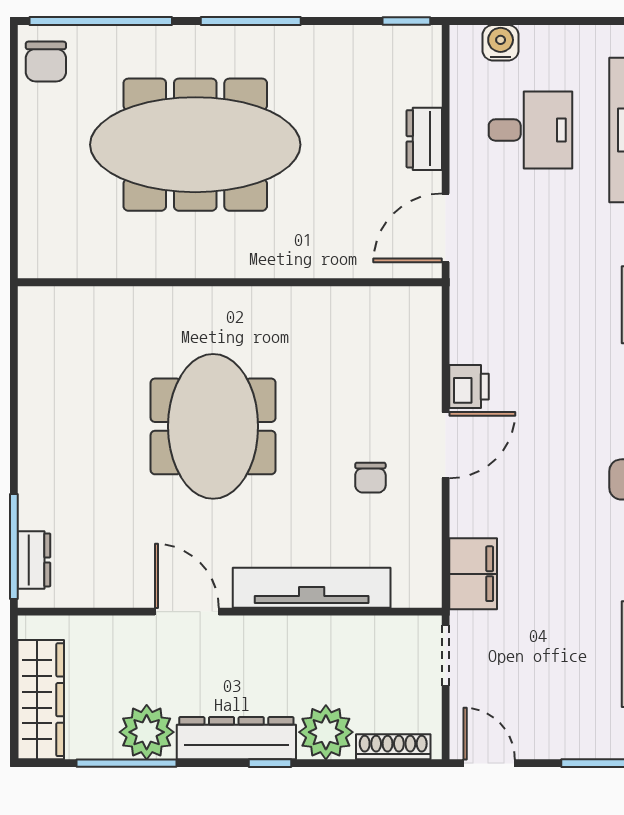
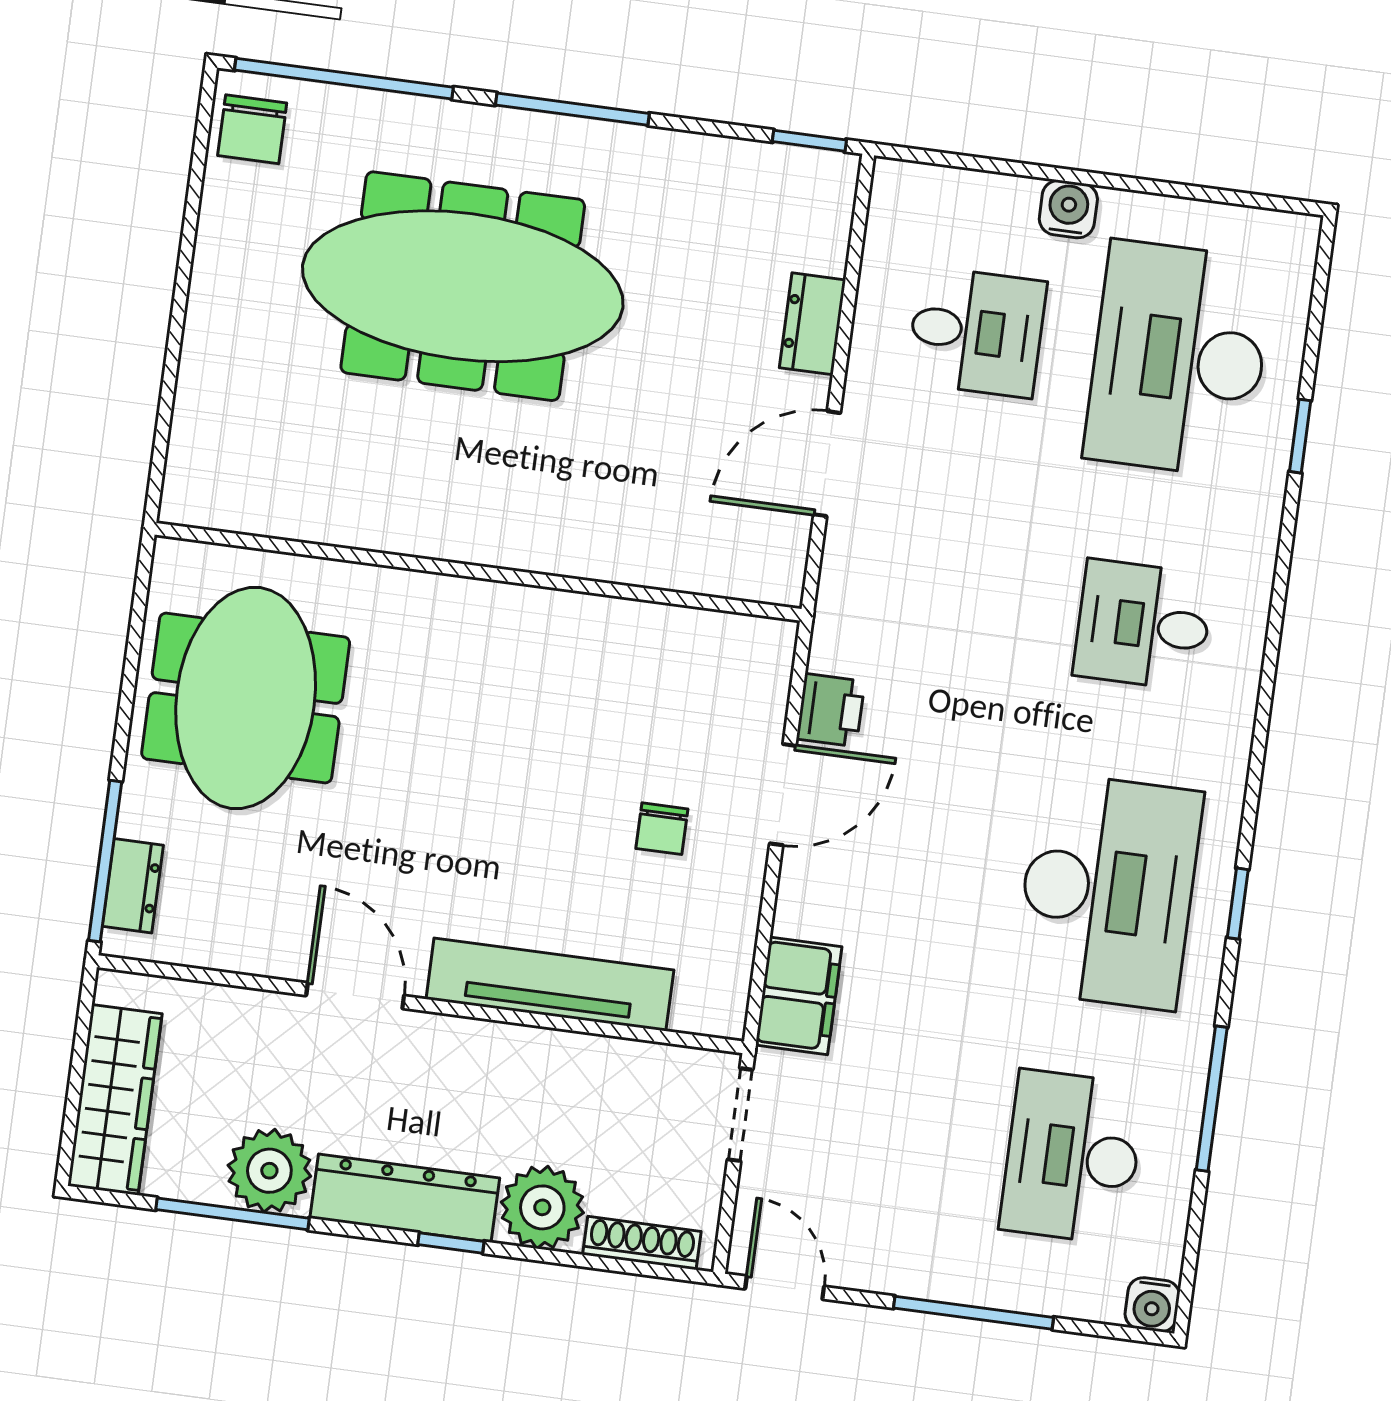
water cooler: (501, 43) -> (1068, 209), moved
wall: (230, 282) -> (478, 572), moved
meeting table: (213, 426) -> (246, 698), moved

